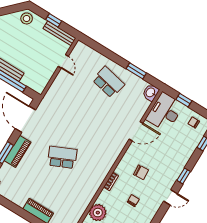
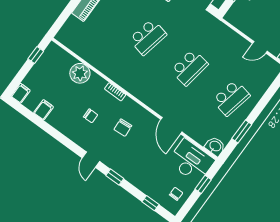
school desk: (85, 120) -> (190, 67), added
school desk: (62, 157) -> (148, 37), turned 36

